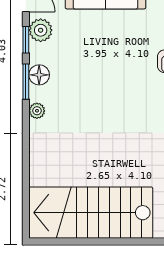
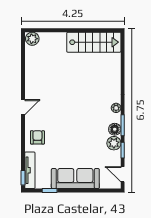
plant: (41, 30) -> (114, 143), moved
stairs: (91, 213) -> (94, 42), width x0.73, depth x0.66

